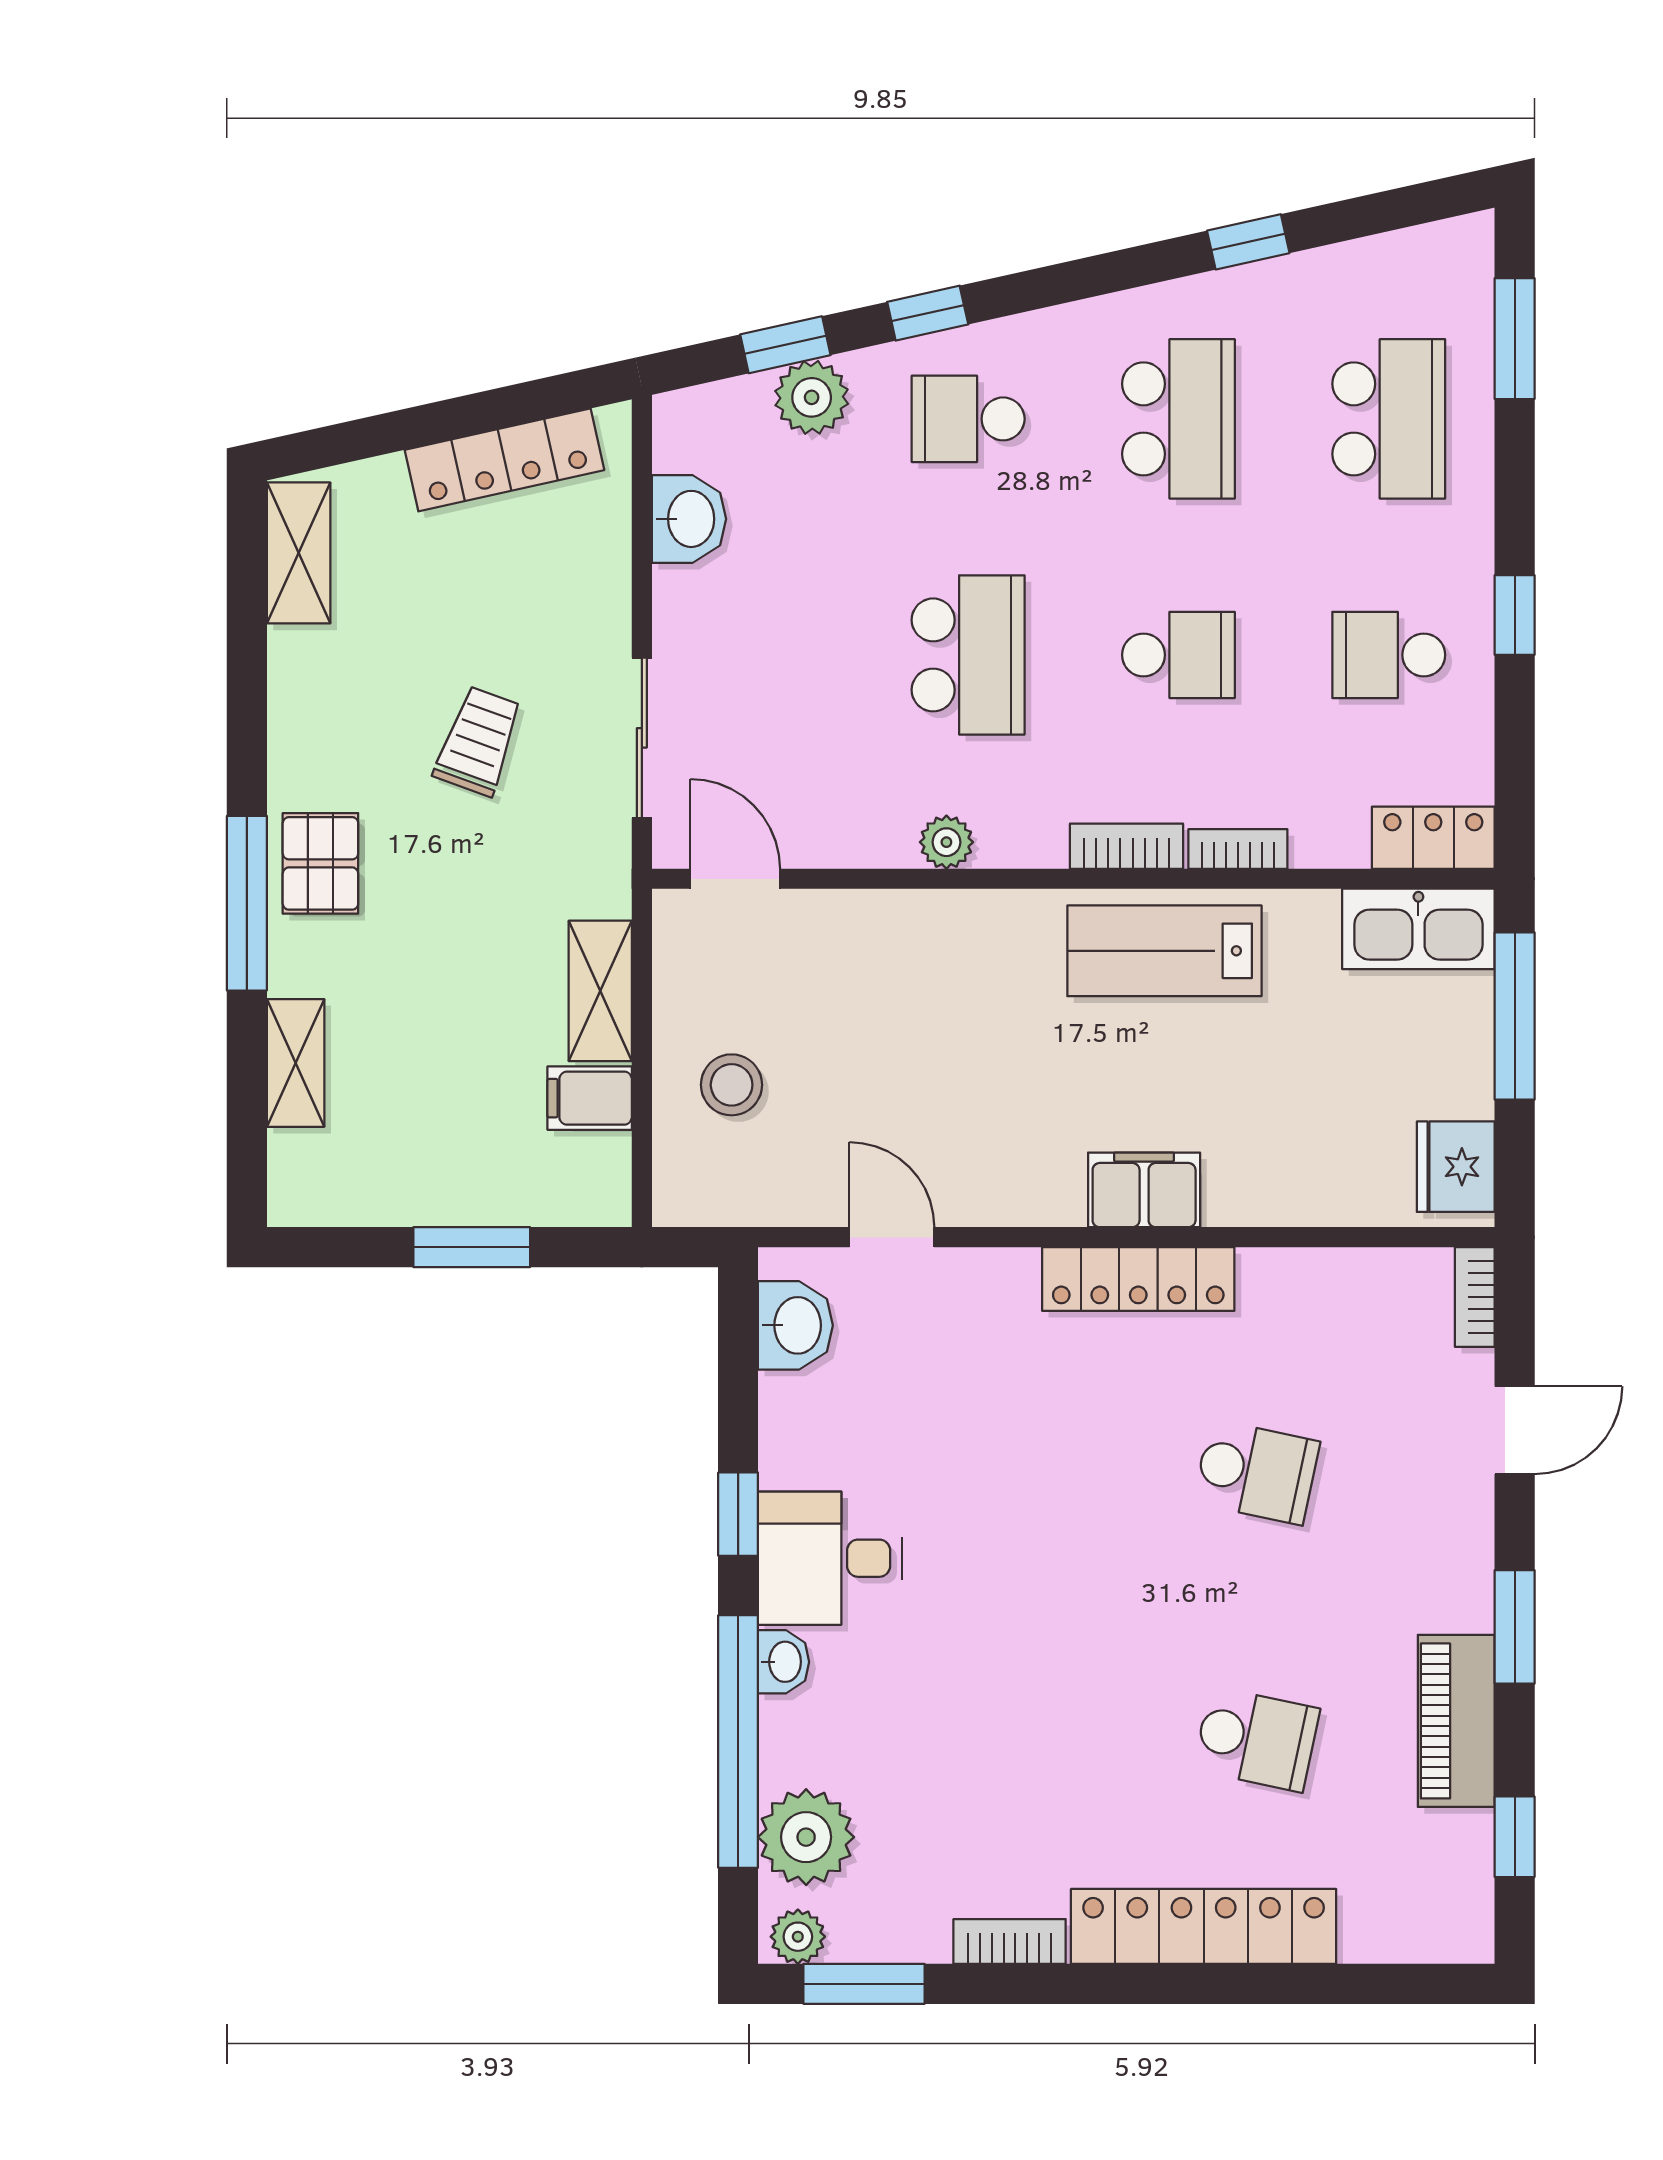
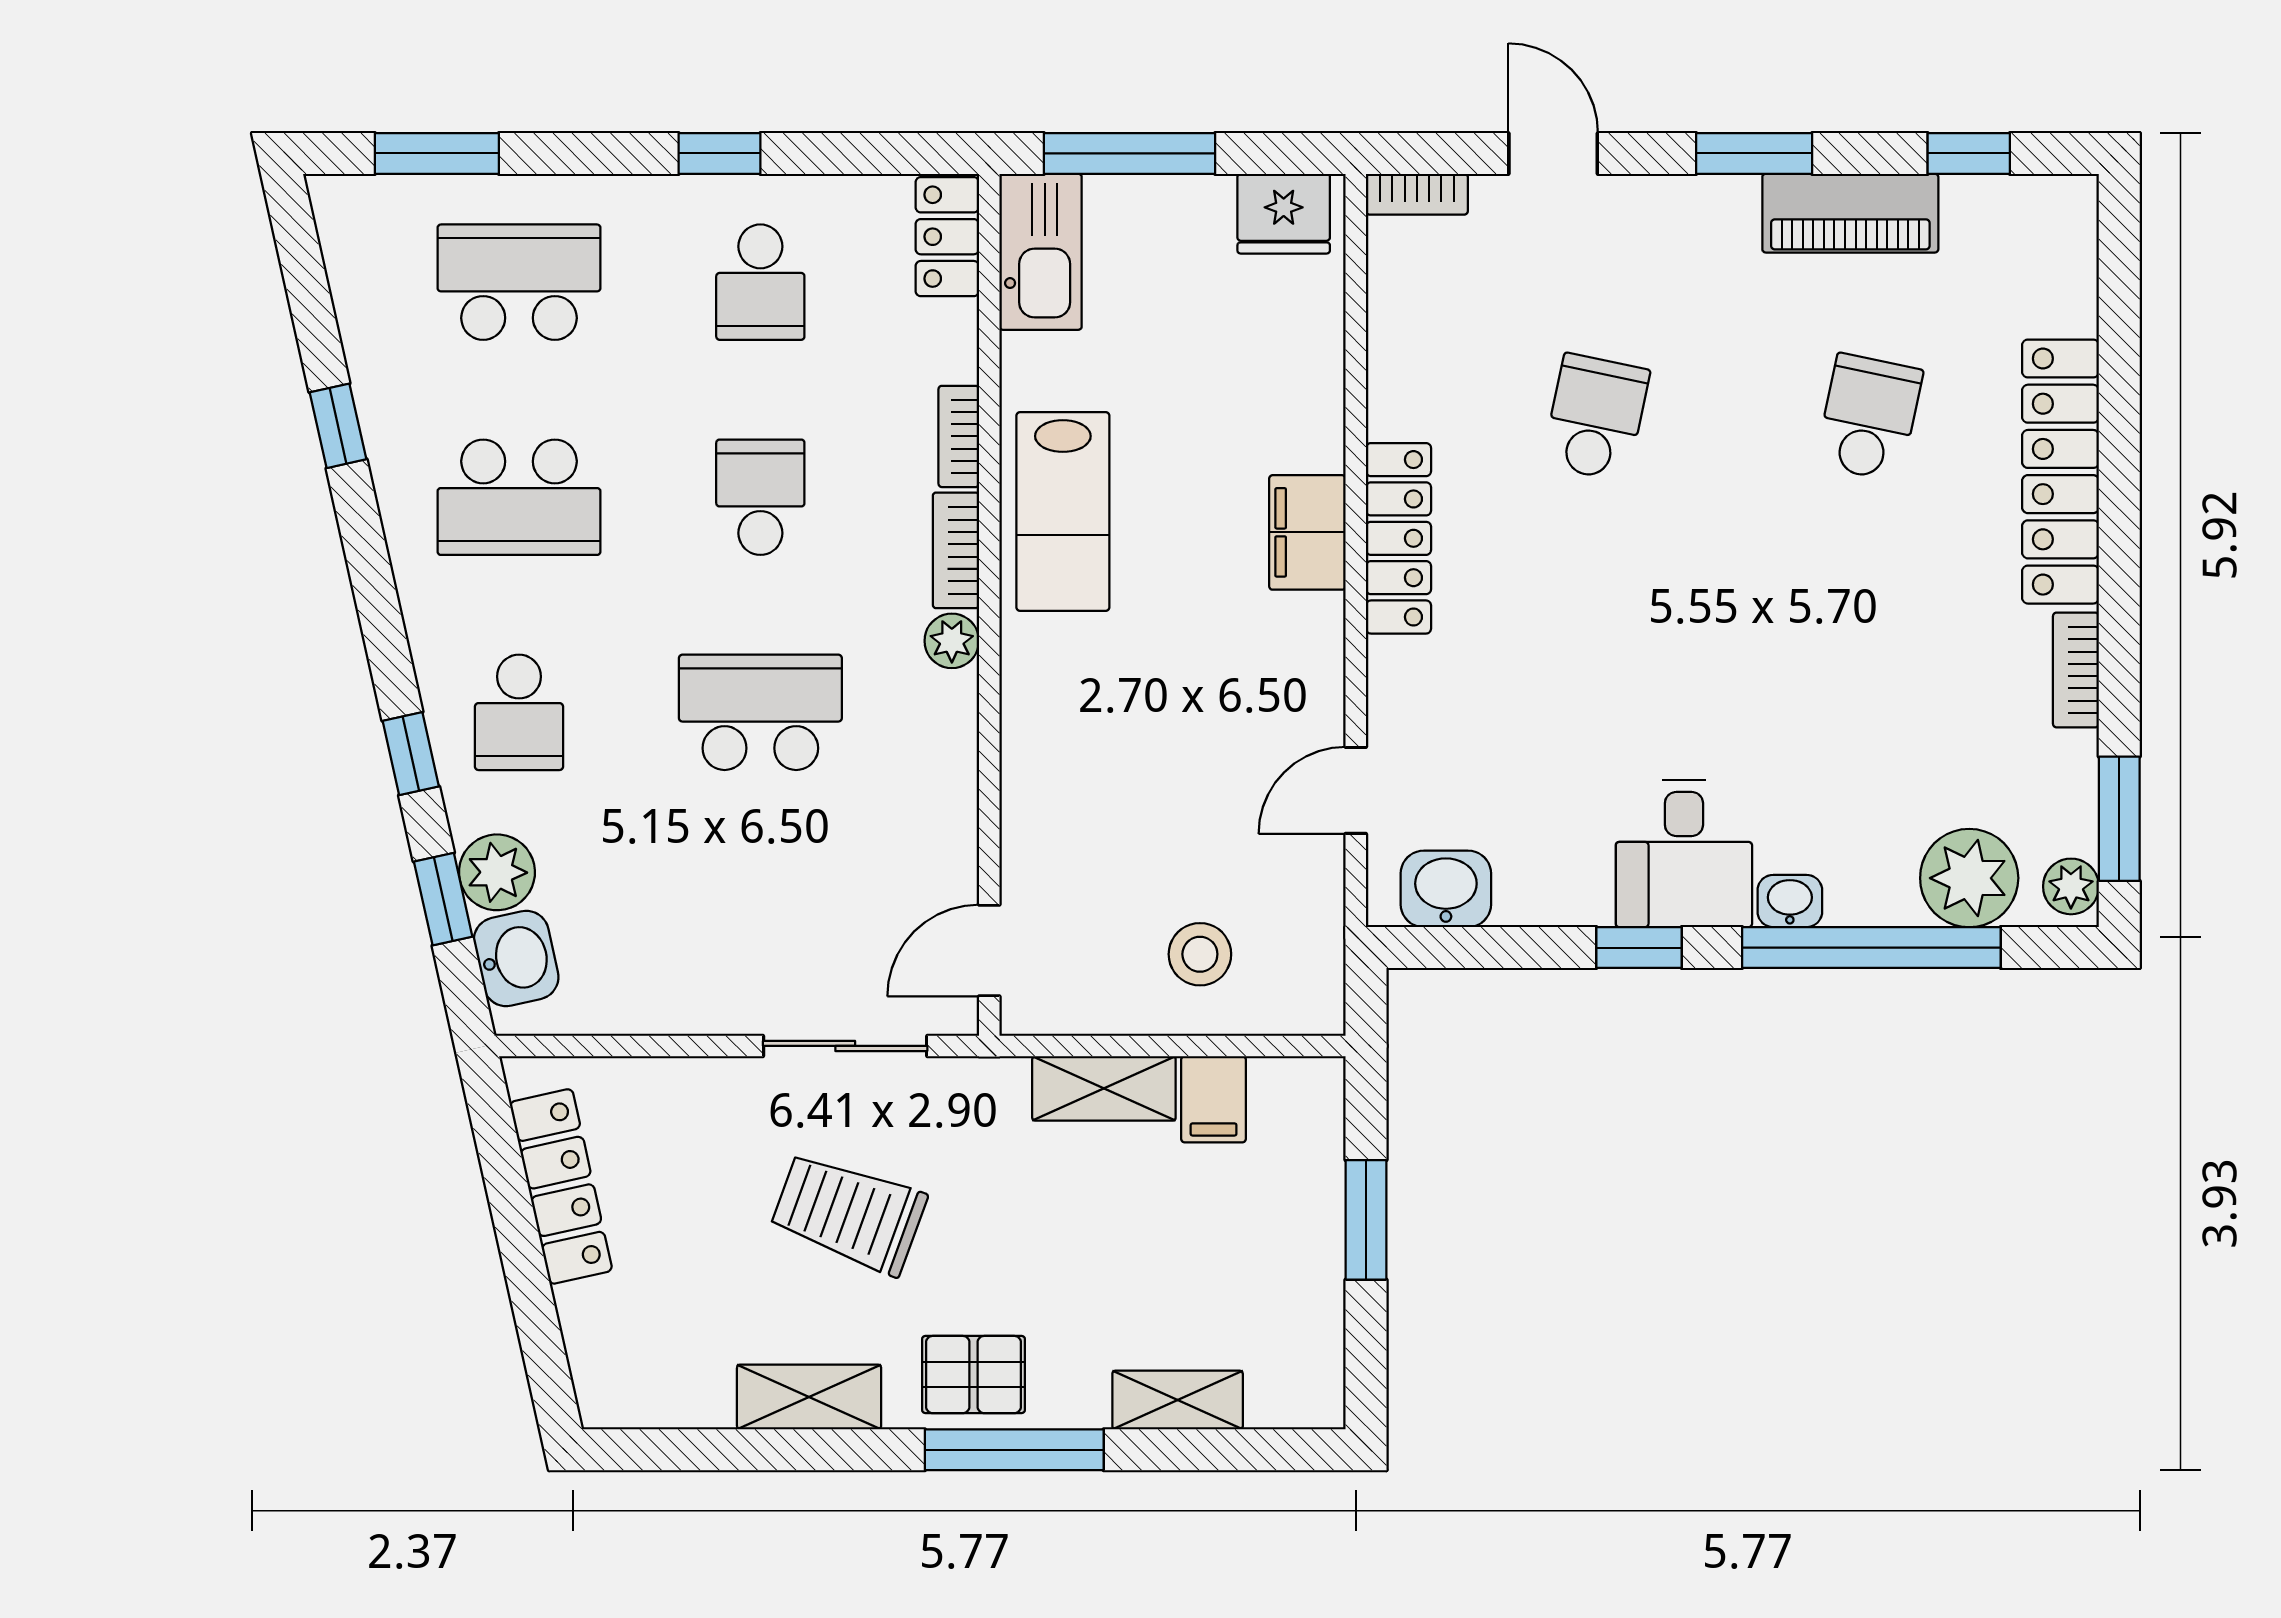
school desk: (1178, 419) -> (519, 497), turned 180
washbasin: (689, 519) -> (516, 958), moved, turned 77
shelving: (299, 553) -> (809, 1397), moved
trolley: (478, 741) -> (849, 1213), width x1.36, depth x1.39
plant: (946, 842) -> (952, 641), moved

